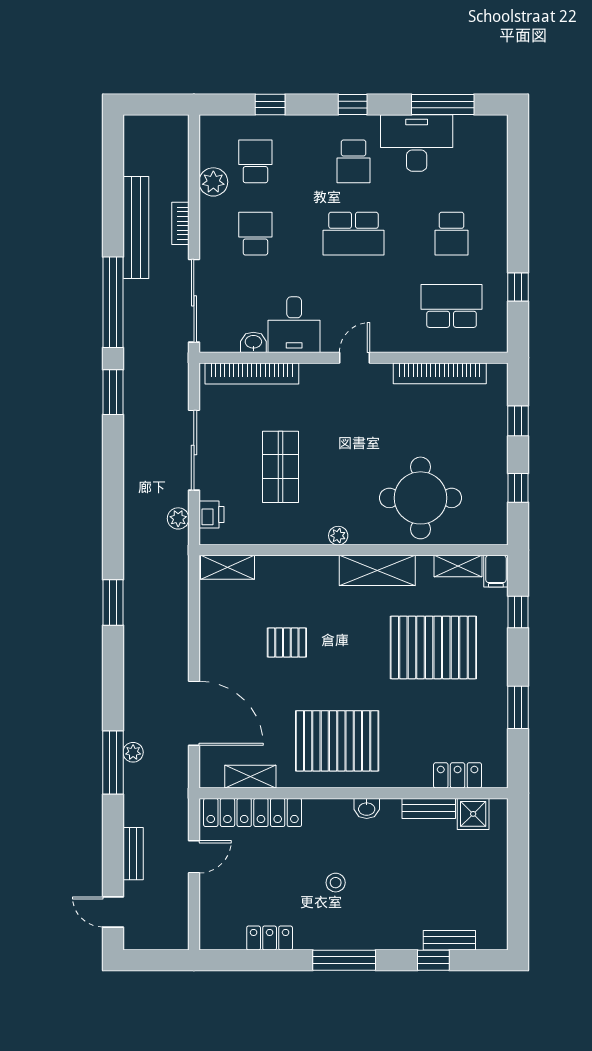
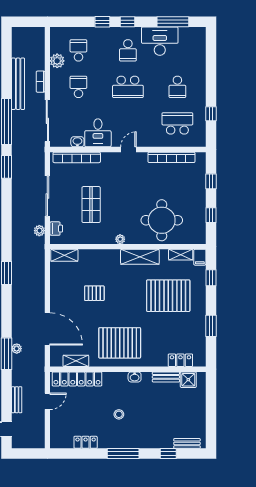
window: (270, 105) -> (102, 22), moved
bench: (449, 940) -> (187, 443), moved

